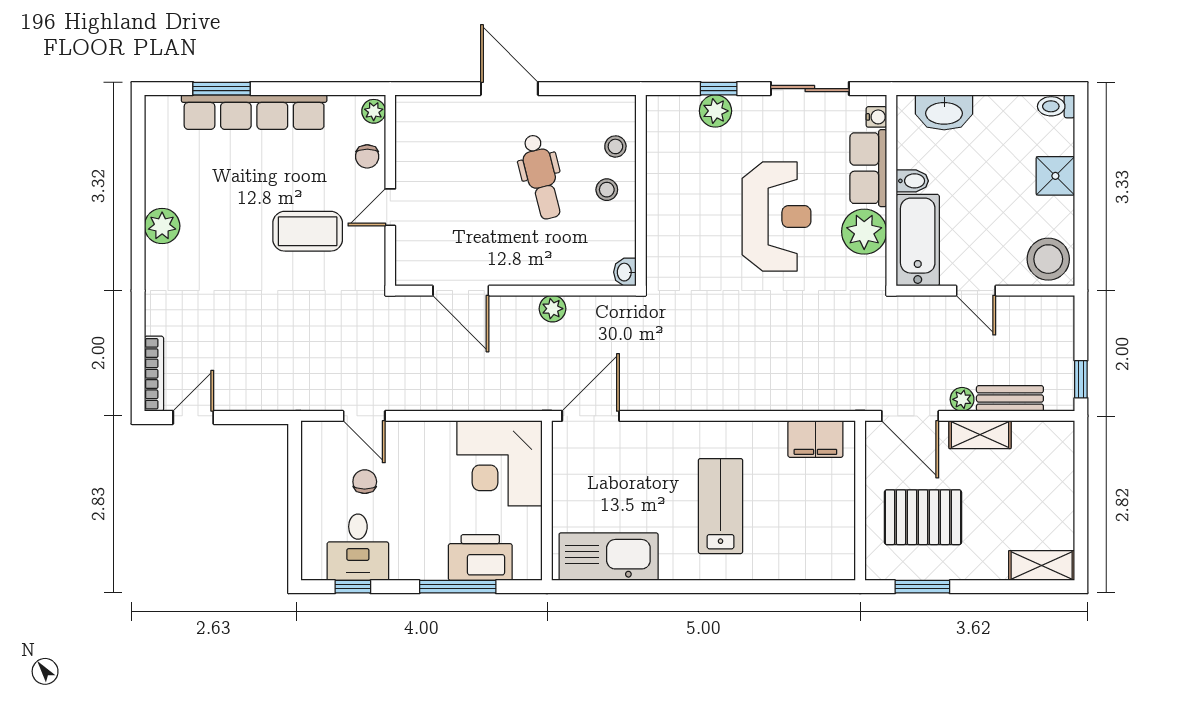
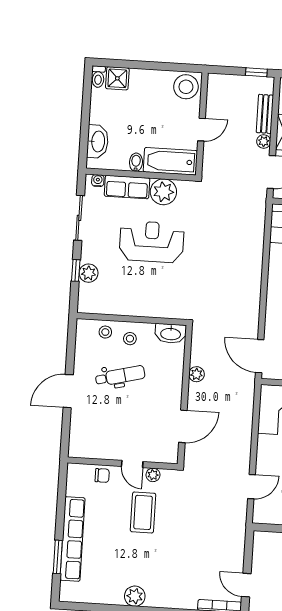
plant: (374, 111) -> (153, 475), moved
shower: (1055, 176) -> (117, 78), moved
washbasin: (625, 272) -> (171, 334), width x1.91, depth x1.45

